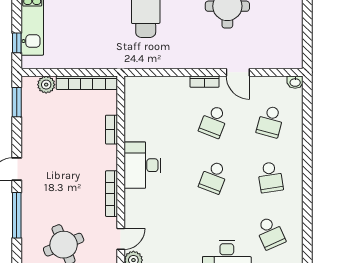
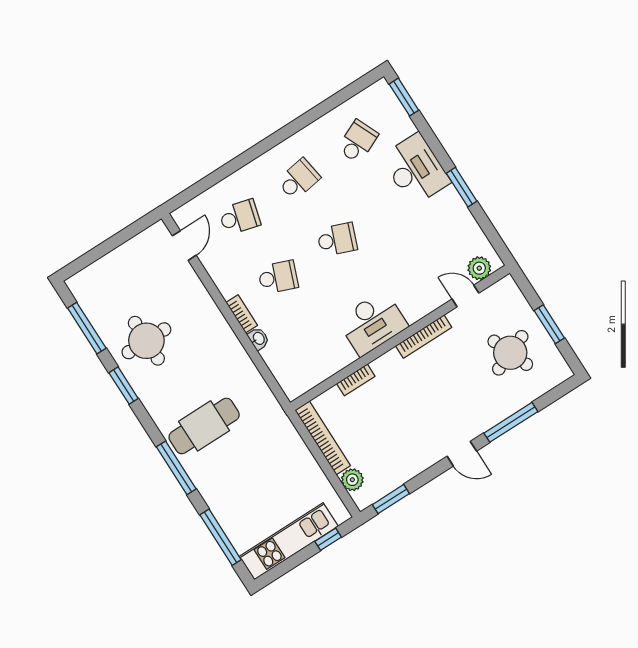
door: (238, 72) -> (184, 246), moved
washbasin: (295, 82) -> (258, 339), moved

